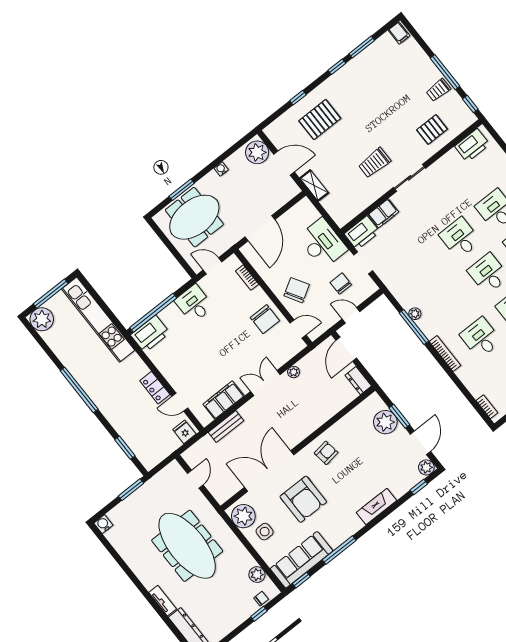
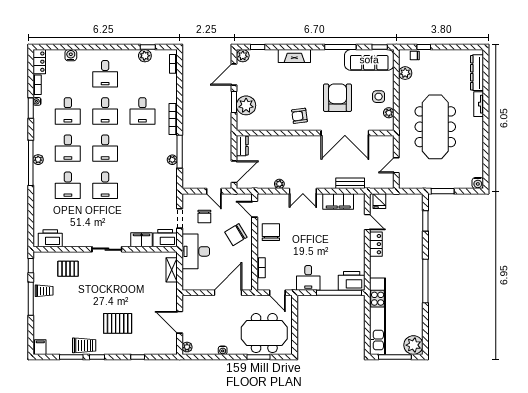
pallet: (320, 120) -> (118, 323), moved
plant: (257, 152) -> (187, 347), width x0.53, depth x0.53
trolley: (375, 163) -> (84, 345), moved
shelving: (314, 186) -> (172, 270), moved
plant: (243, 516) -> (389, 113), width x0.53, depth x0.53

